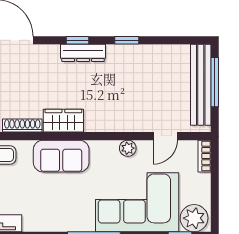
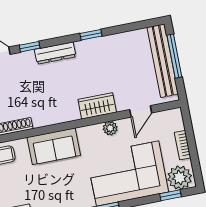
window: (78, 40) -> (30, 47), moved
wardrobe: (63, 121) -> (97, 106), moved
bookcase: (204, 156) -> (183, 145), moved

